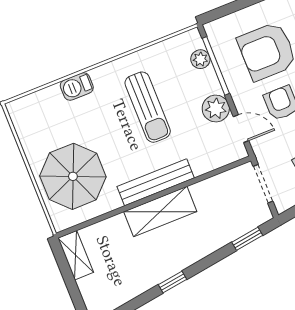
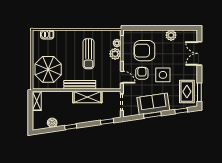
barbecue: (77, 86) -> (47, 34), moved
plant: (216, 109) -> (115, 54), moved
shelving: (160, 212) -> (87, 97), moved
boiler: (128, 289) -> (52, 123), added

